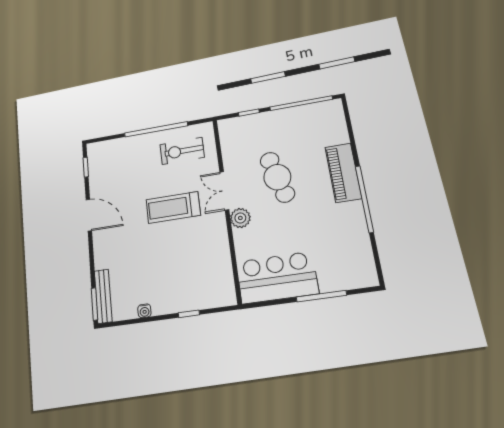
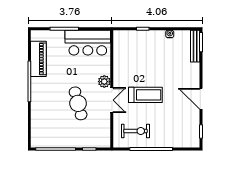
piano: (343, 173) -> (38, 59), moved

